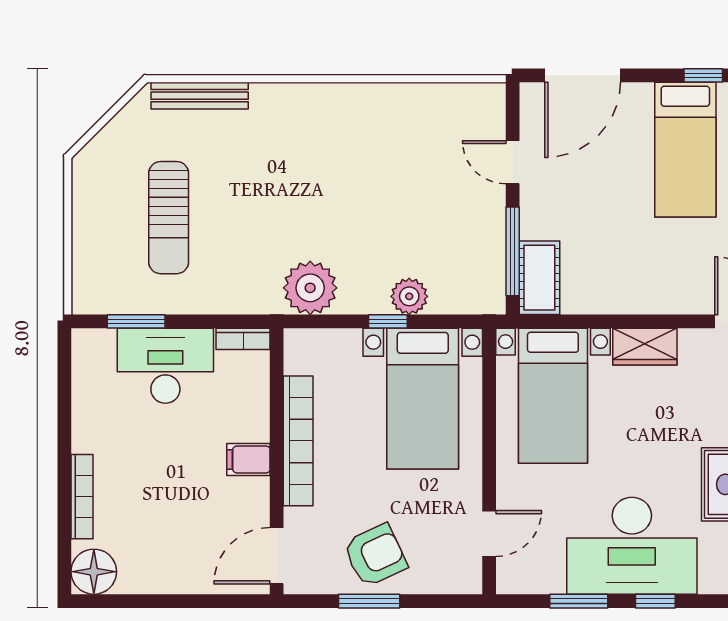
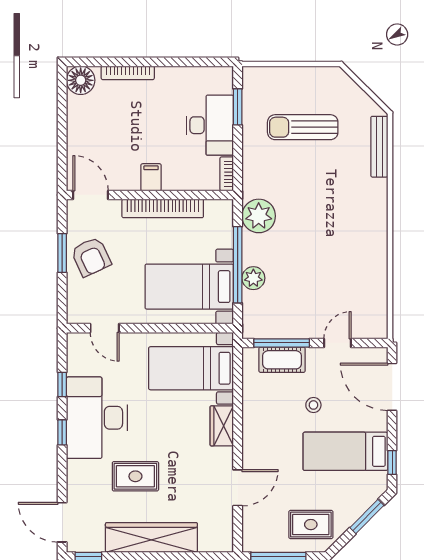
stool: (612, 201) -> (313, 405), added
cot: (539, 278) -> (282, 360), moved
window: (388, 321) -> (238, 265), width x3.17
window: (579, 601) -> (62, 384), width x0.67

